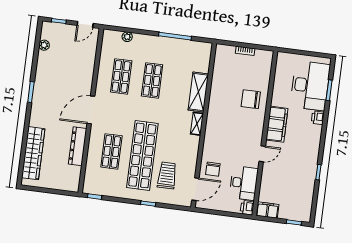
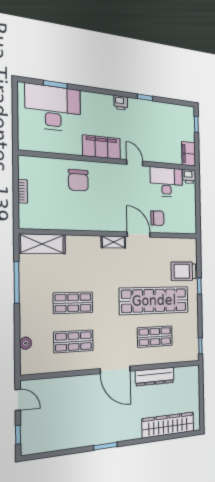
plant: (44, 45) -> (50, 445), removed
shelving: (198, 92) -> (42, 244), moved
printer: (318, 118) -> (121, 103), moved
trolley: (167, 175) -> (184, 271), moved
door: (195, 189) -> (139, 235), moved

